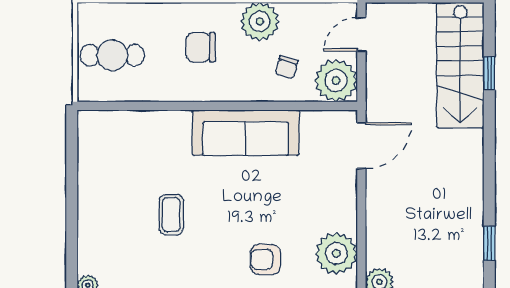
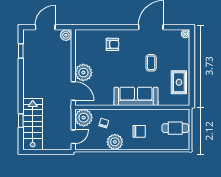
sofa: (246, 133) -> (136, 96), moved
door: (361, 146) -> (73, 91), swing flipped
rug: (103, 167) -> (179, 82), added
plant: (336, 253) -> (83, 73), moved

